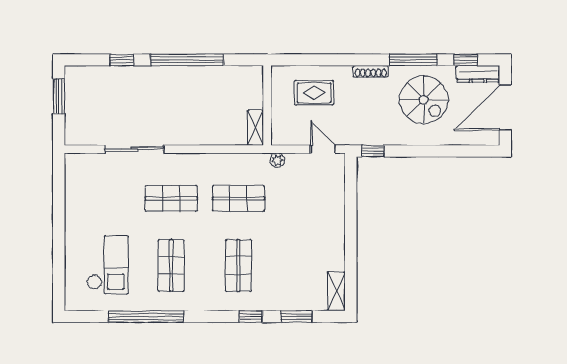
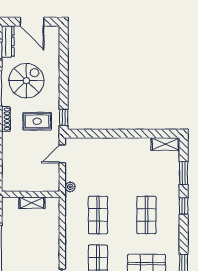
rug: (314, 93) -> (37, 121), moved, turned 90
door: (505, 107) -> (32, 22), width x0.73
shelving: (255, 128) -> (32, 203), moved
shop shelf: (238, 265) -> (147, 215), turned 90

